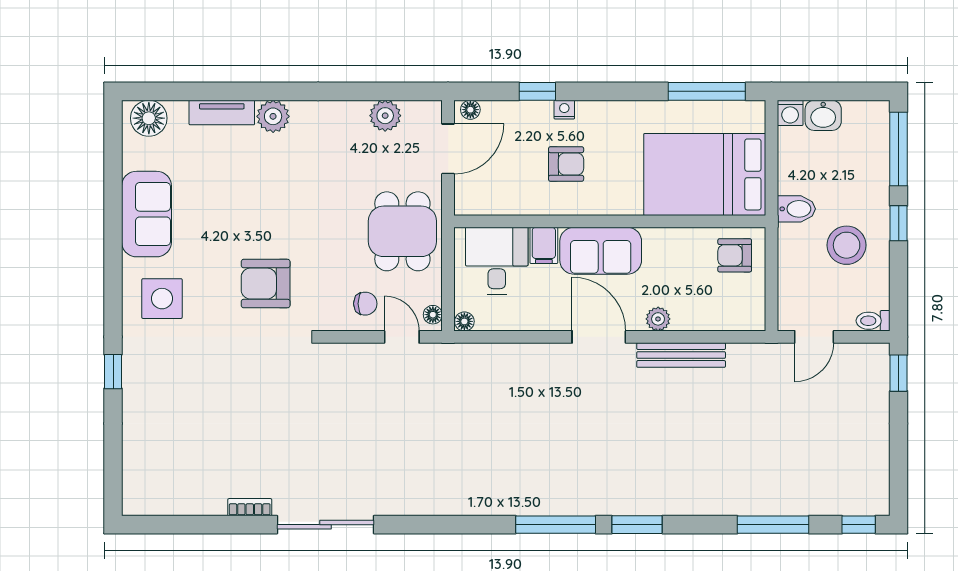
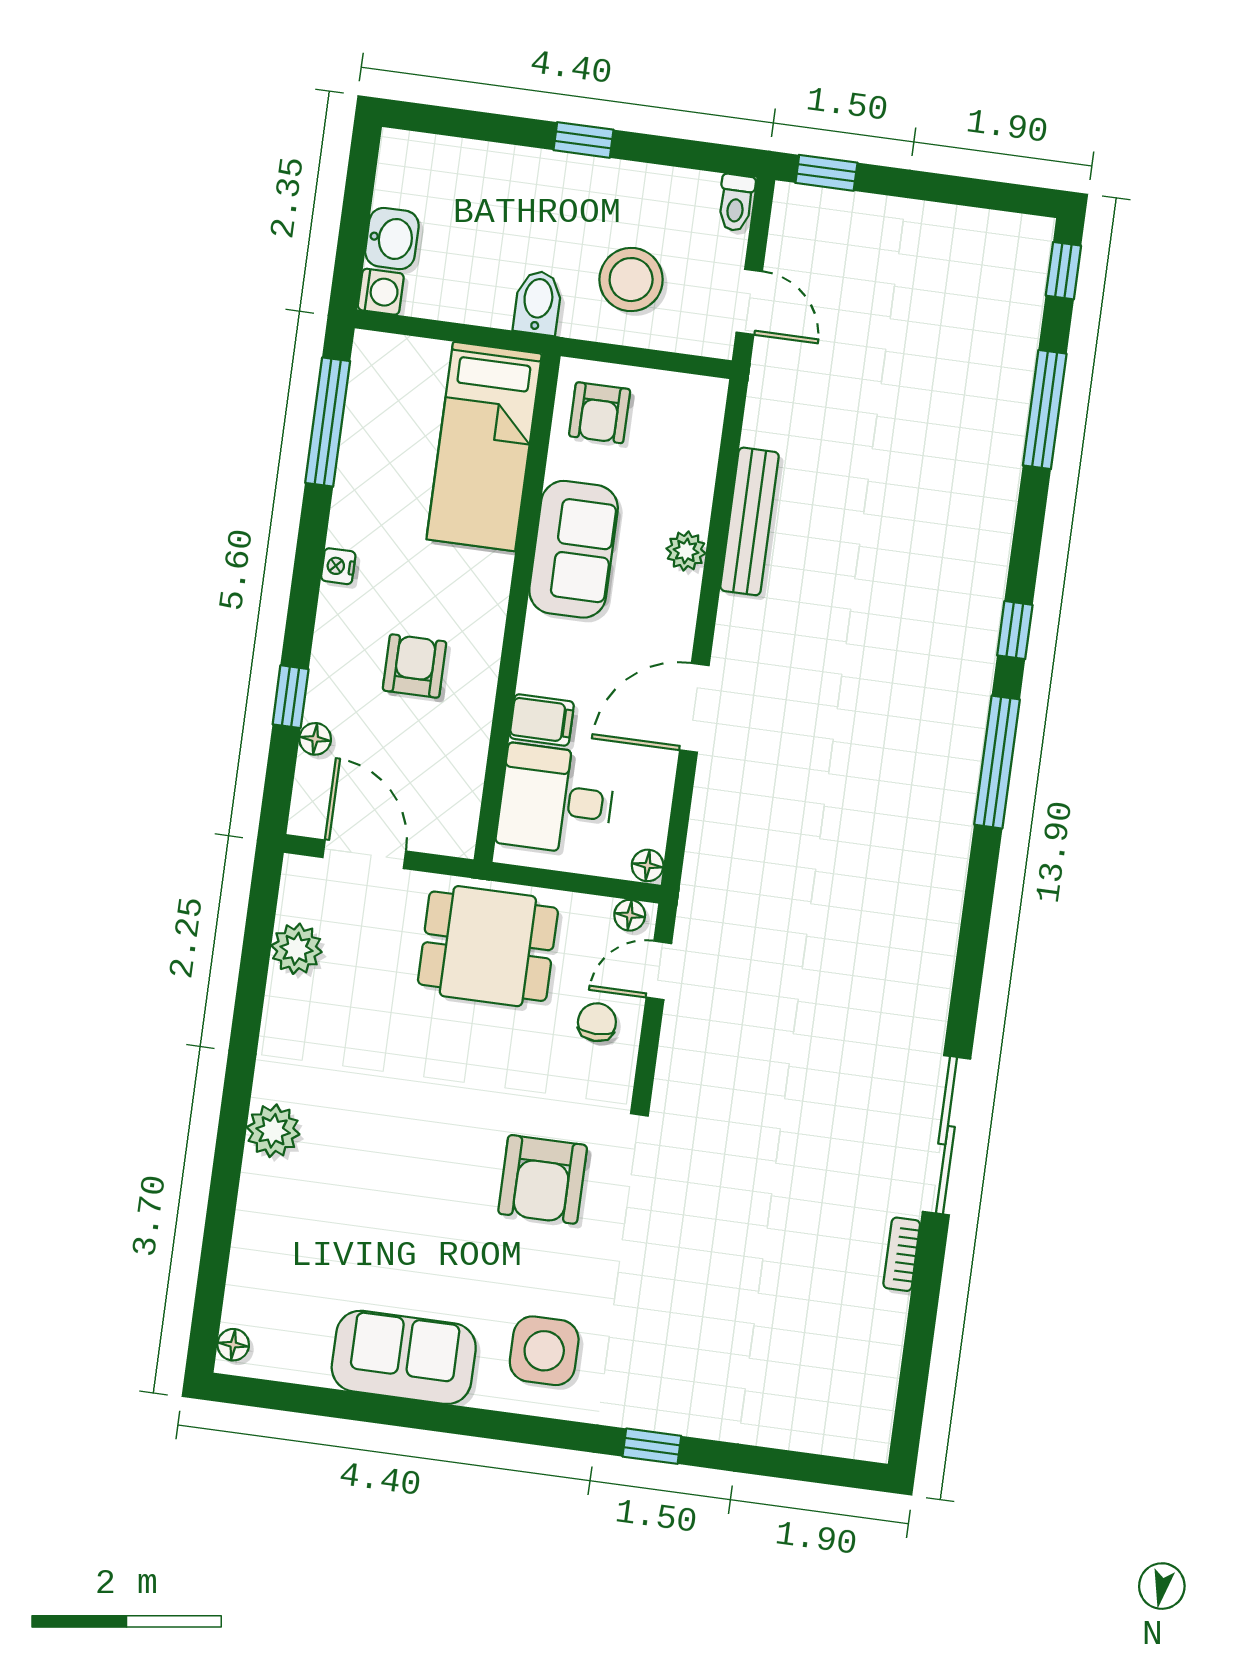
floor lamp: (470, 110) -> (315, 739), moved
nightstand: (564, 110) -> (338, 566), moved
tv unit: (222, 113) -> (256, 1213), removed
floor lamp: (149, 118) -> (233, 1345), width x0.53, depth x0.53
window: (899, 149) -> (463, 124), removed
bed: (705, 174) -> (484, 447), width x0.67
stool: (847, 245) -> (631, 280), moved
sofa: (601, 251) -> (574, 549), moved
door: (599, 337) -> (694, 708), moved
window: (637, 525) -> (1015, 630), width x0.67

